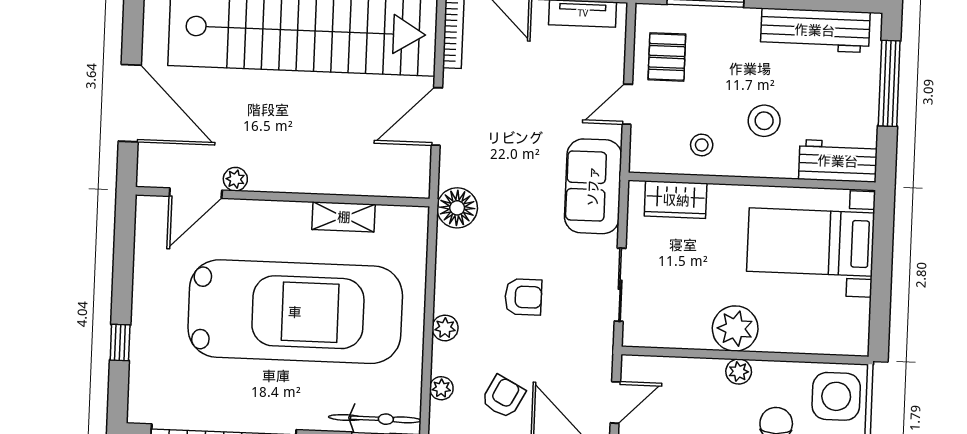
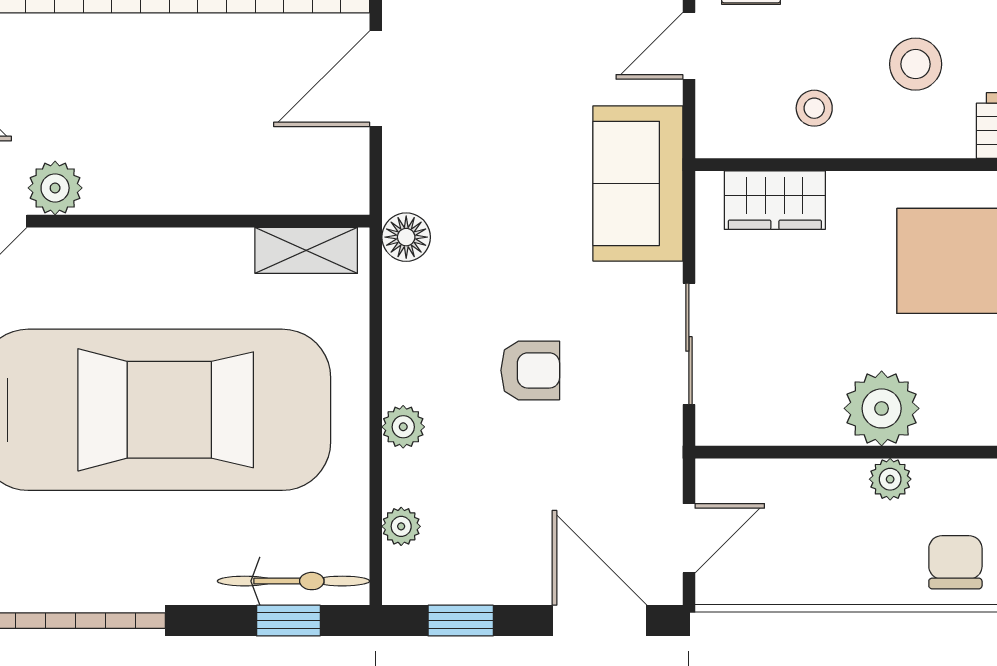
plant: (235, 179) -> (55, 188), width x1.38, depth x1.38
floor lamp: (457, 208) -> (406, 237), width x0.73, depth x0.73
shelving: (344, 217) -> (306, 250), moved
armchair: (503, 397) -> (504, 536), removed

